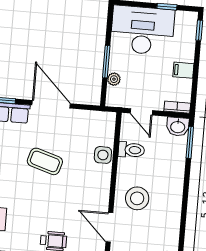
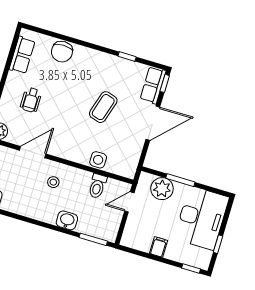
plant: (114, 79) -> (162, 189), width x1.88, depth x1.88
bookcase: (177, 107) -> (127, 235), removed
washbasin: (178, 127) -> (67, 220), moved, turned 90
stool: (137, 198) -> (53, 182), width x0.53, depth x0.53

